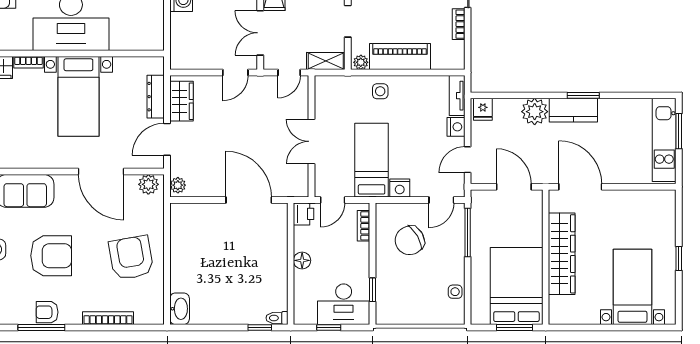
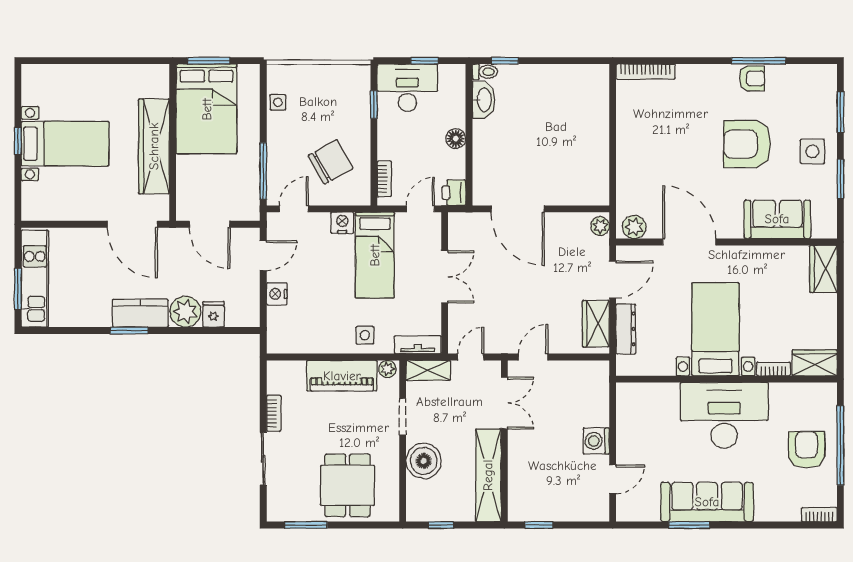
tv unit: (457, 96) -> (418, 345), moved, turned -90
fridge: (483, 109) -> (213, 314), moved
armchair: (131, 258) -> (654, 142), removed
bed with nightstands: (632, 287) -> (65, 144), moved, turned -90
washbasin: (180, 309) -> (484, 100), moved, turned 180
bookcase: (108, 318) -> (646, 72), moved

